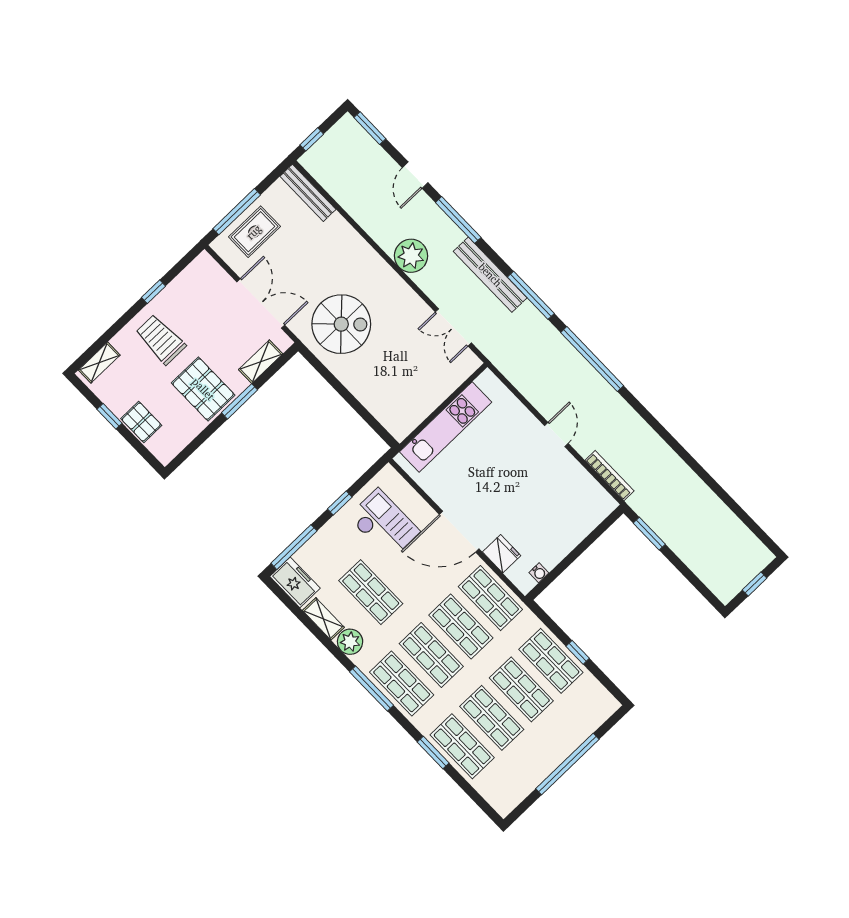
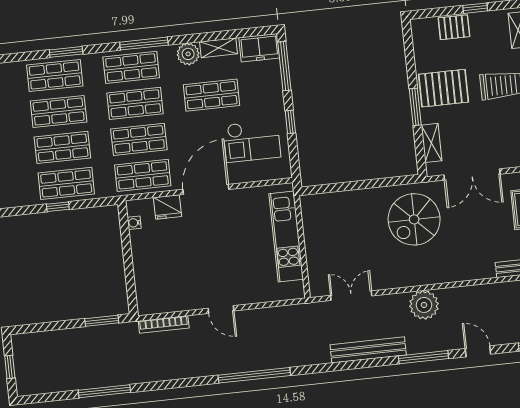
window: (531, 295) -> (104, 391), moved

